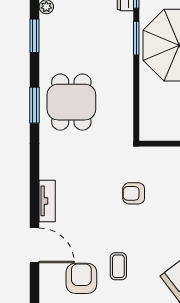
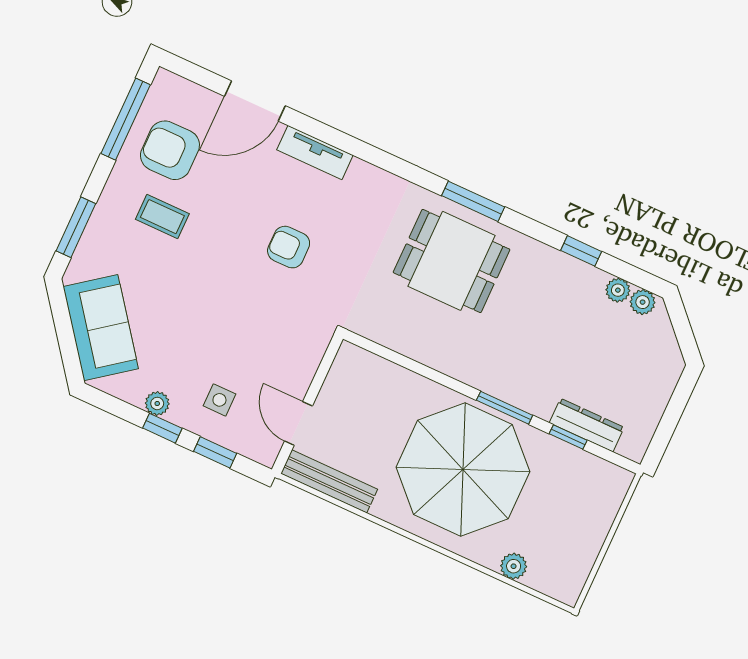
window: (35, 36) -> (581, 251), width x0.67
armchair: (134, 193) -> (289, 247), moved, turned -90
armchair: (81, 278) -> (170, 150), turned 180

